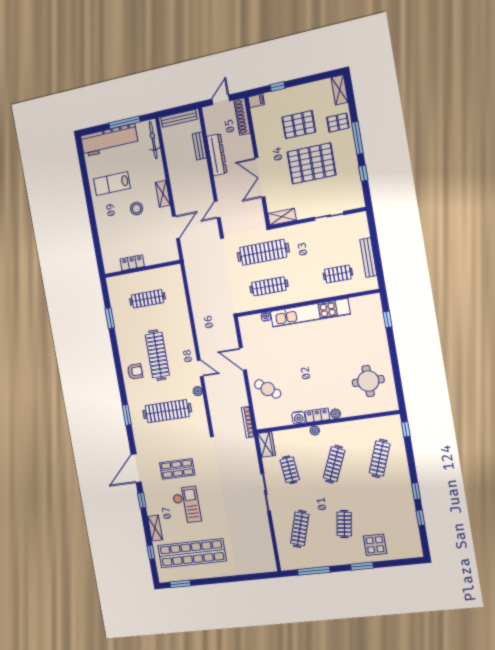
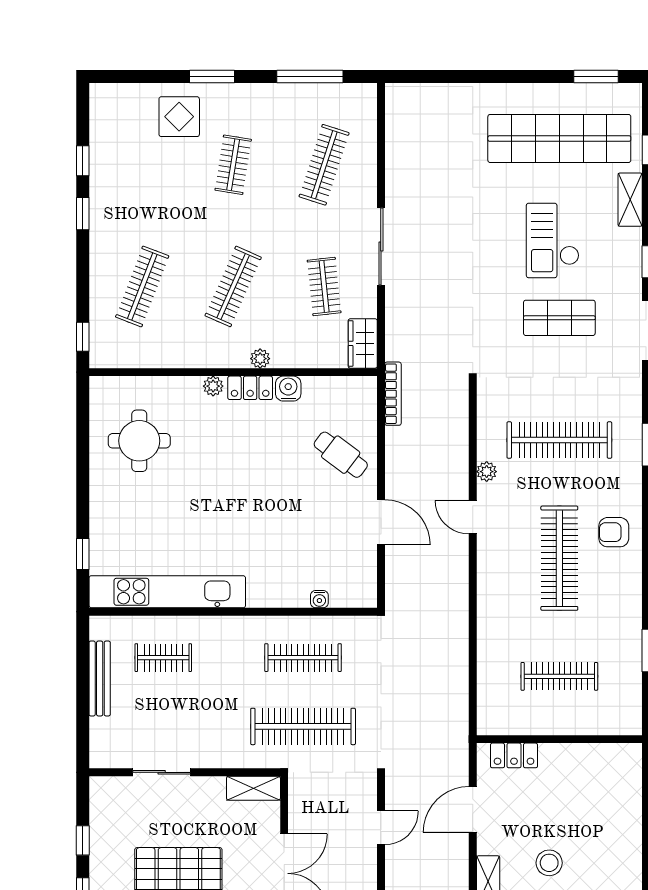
locker: (132, 263) -> (514, 755), moved
kitchen unit: (310, 313) -> (167, 592), moved

